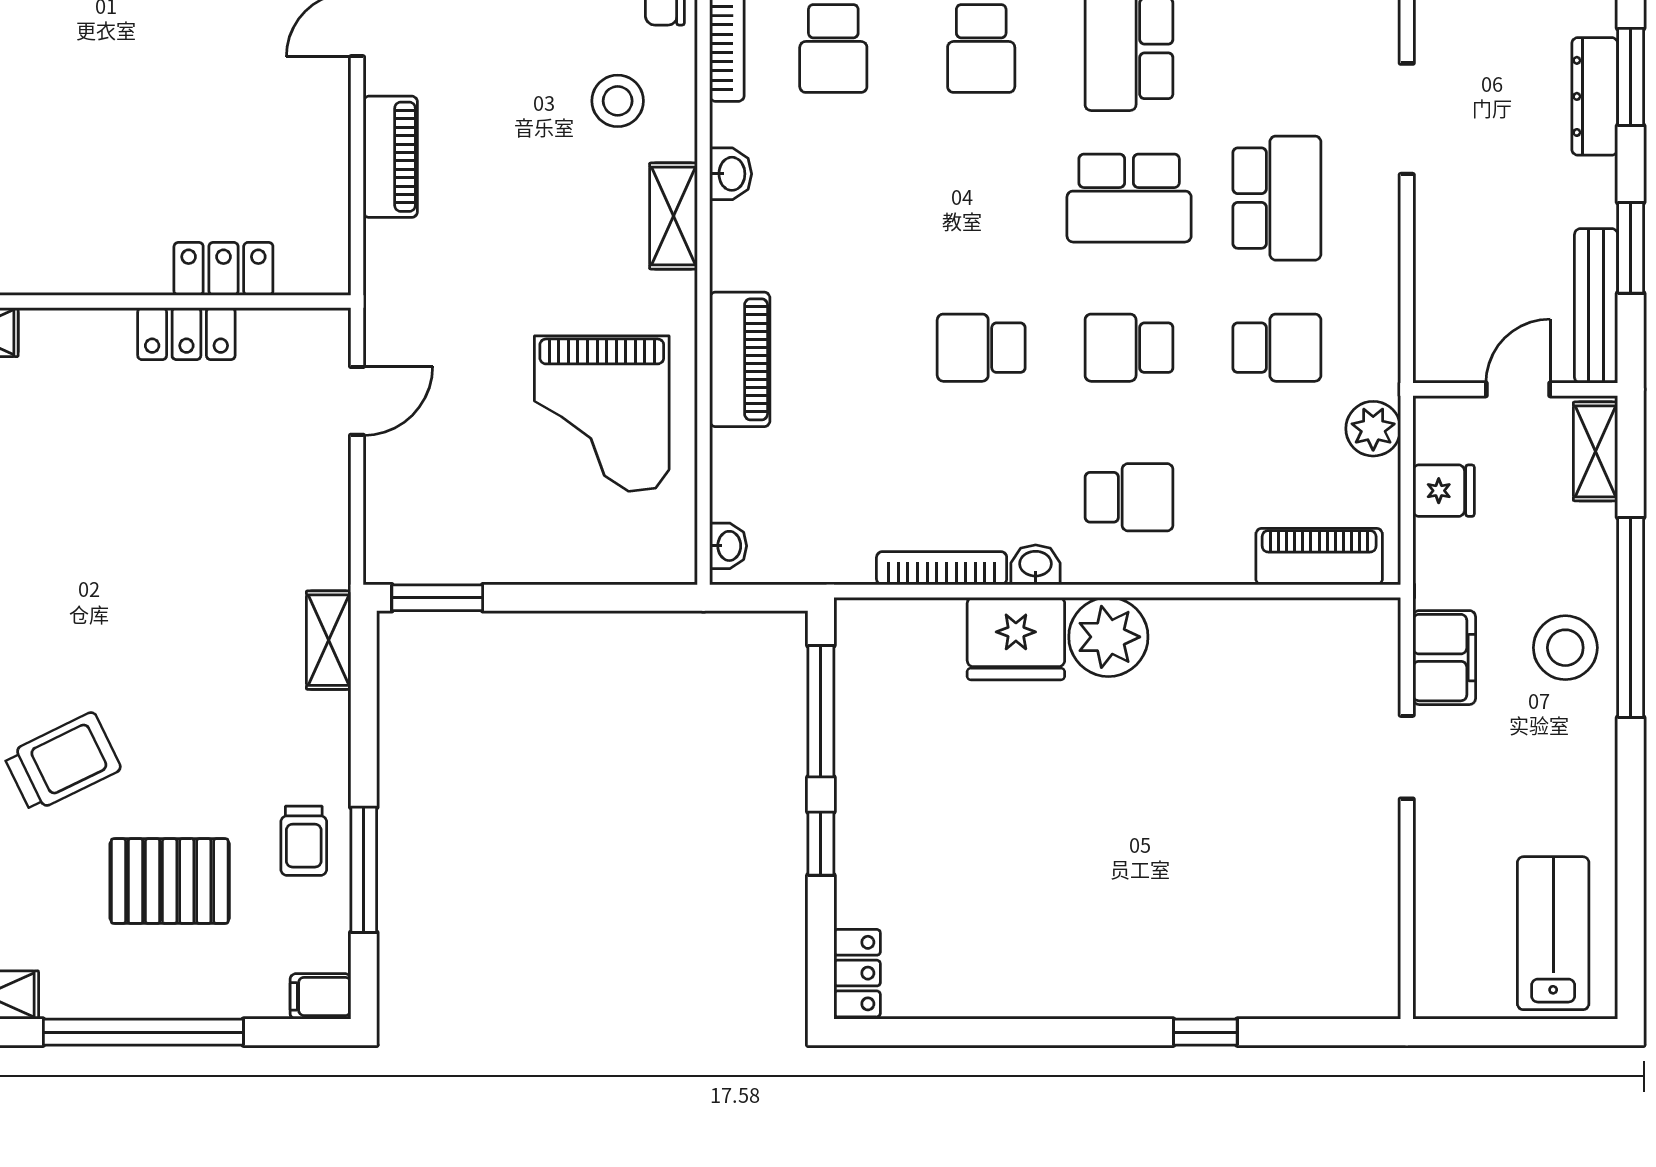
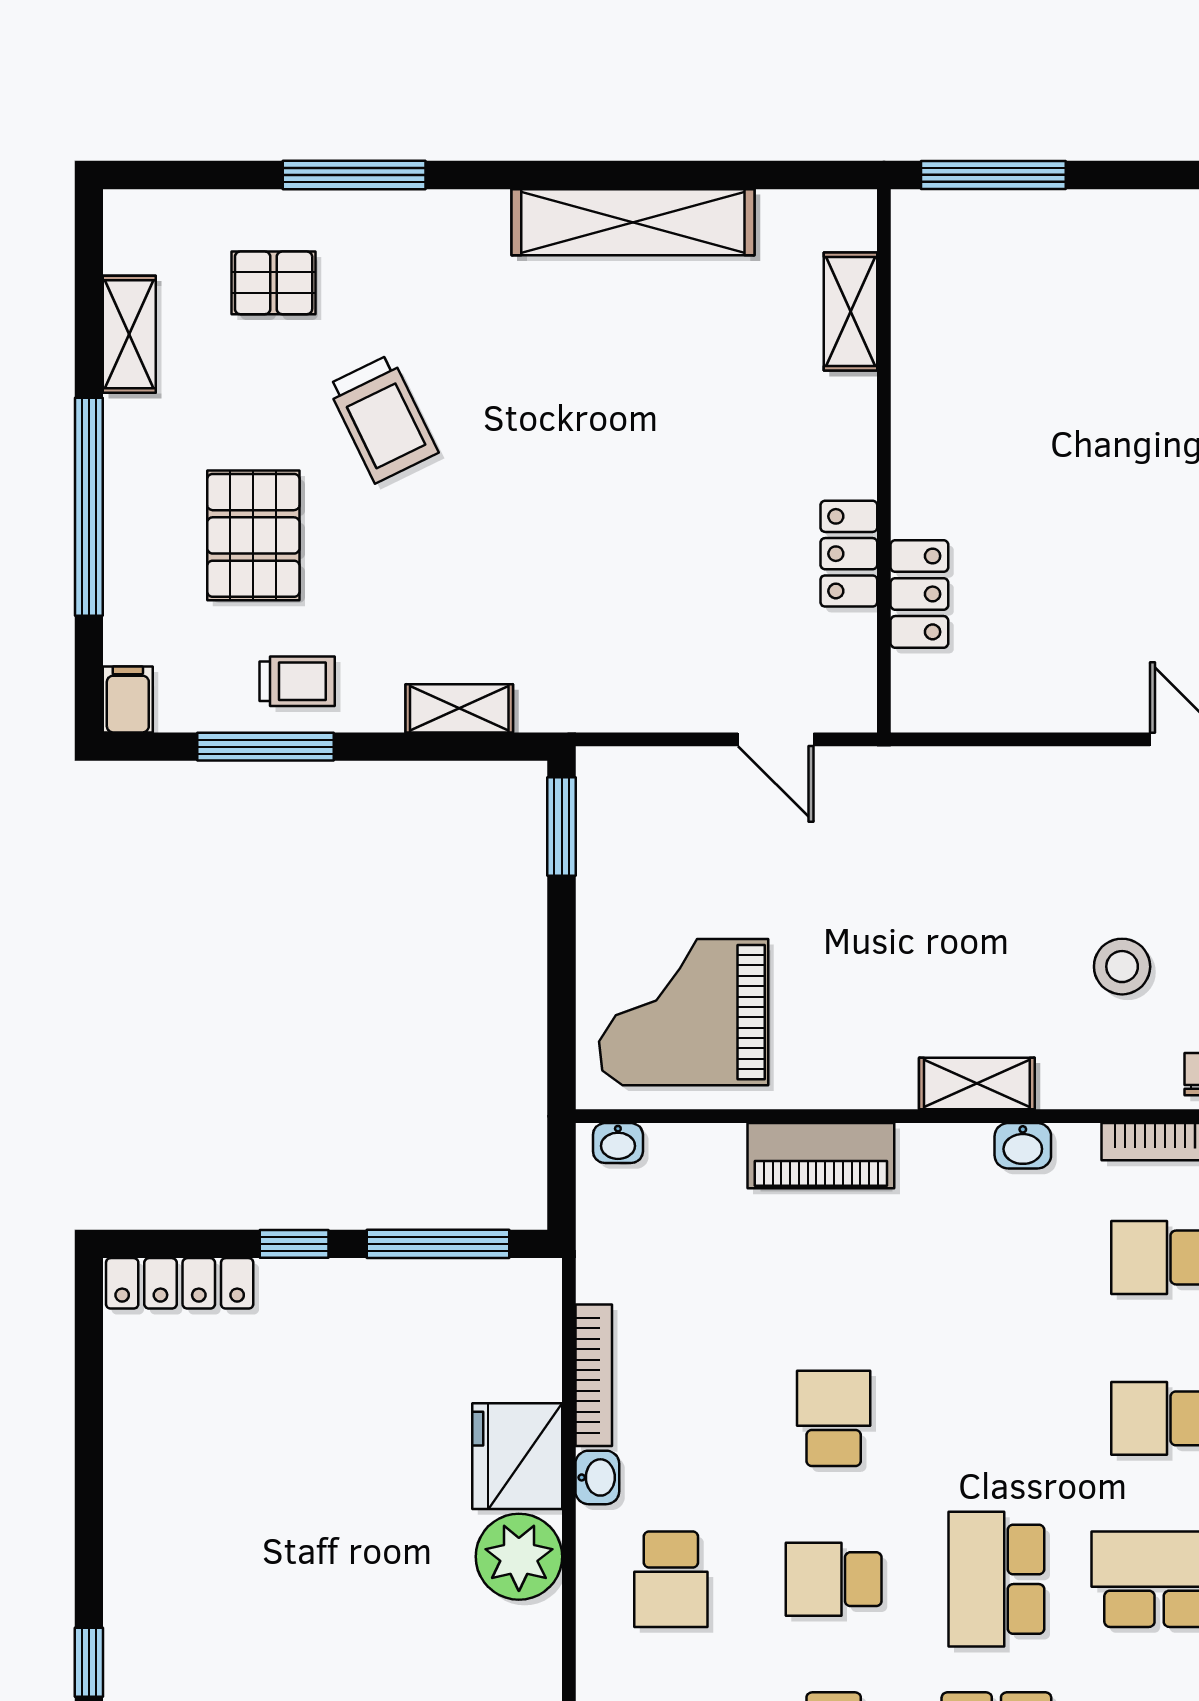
stool: (618, 101) -> (1122, 967), moved
piano: (390, 157) -> (1041, 776), removed
school desk: (1129, 348) -> (834, 1579), turned -90
grand piano: (602, 414) -> (684, 1012), moved
shelving: (329, 640) -> (459, 708), moved
trolley: (304, 841) -> (297, 681), turned 180
locker: (857, 973) -> (180, 1283), width x1.53

